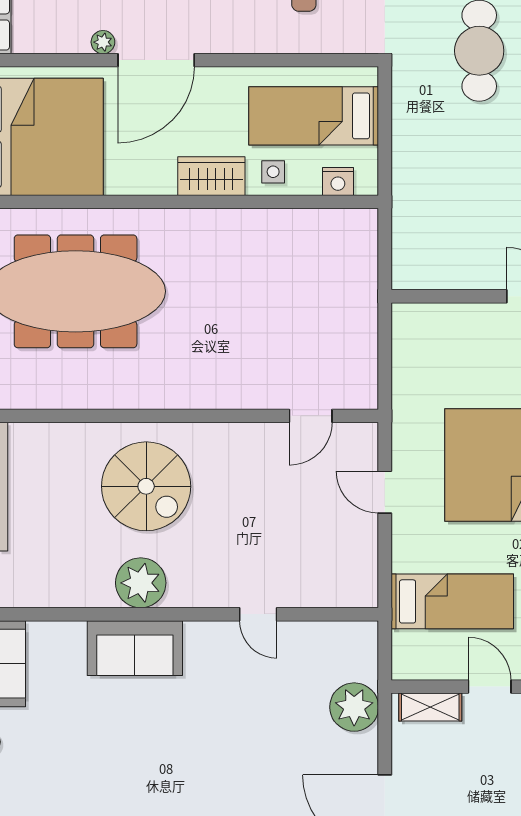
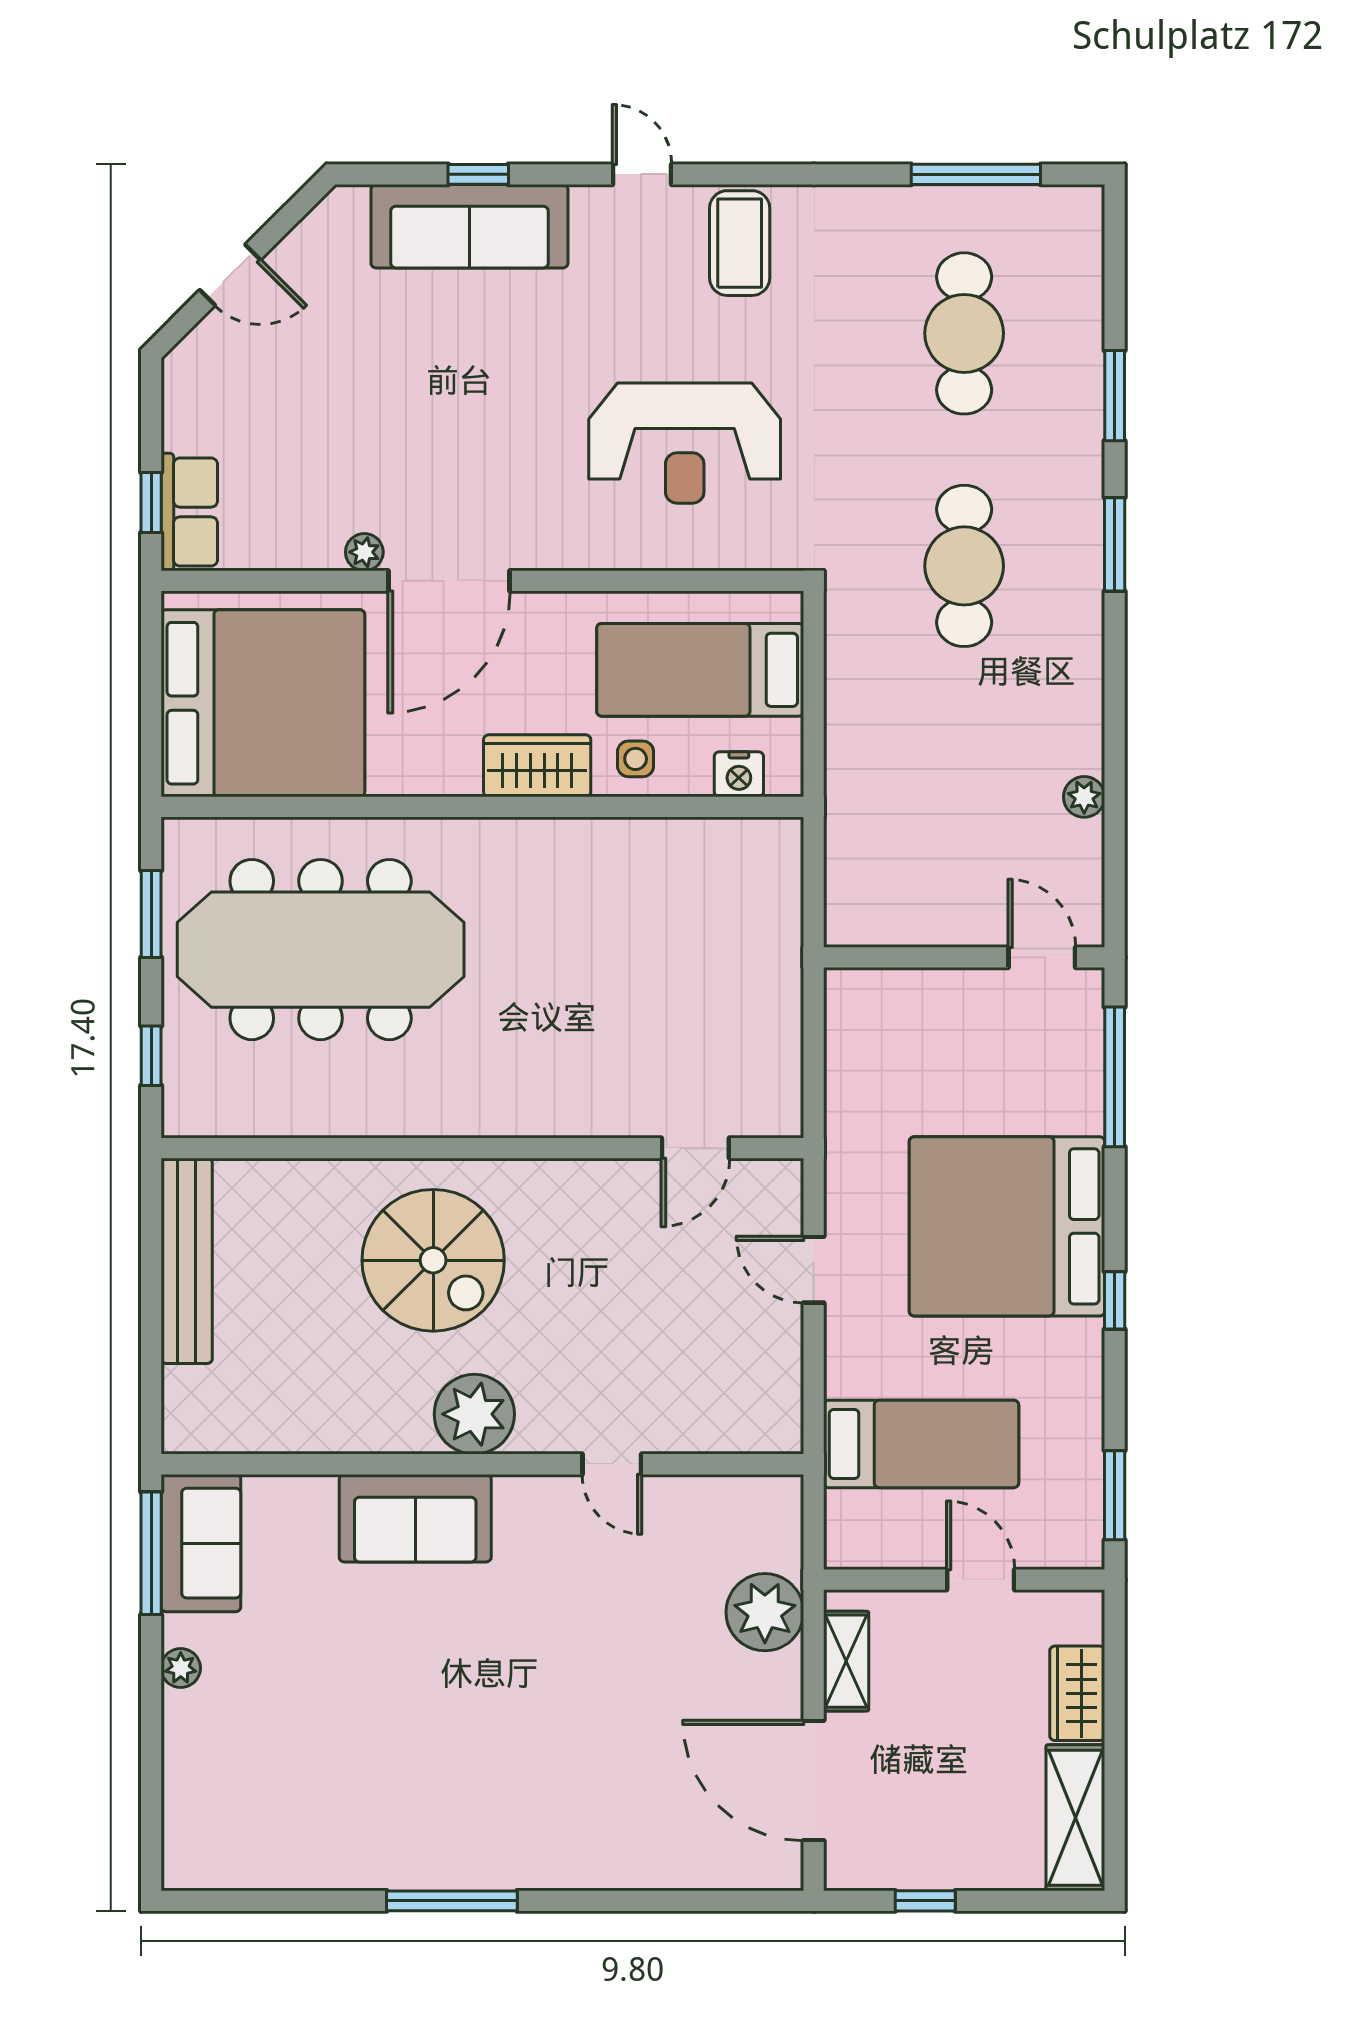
plant: (141, 583) -> (474, 1414), moved
shelving: (430, 707) -> (846, 1661), moved, turned 90

